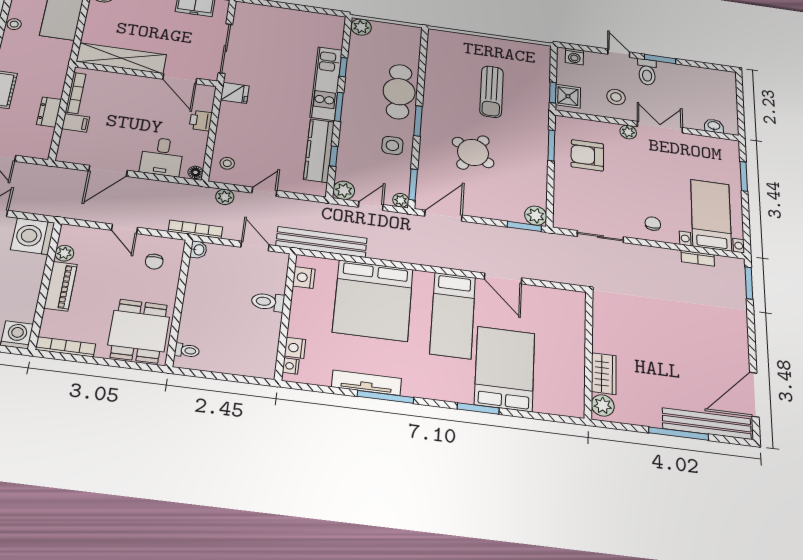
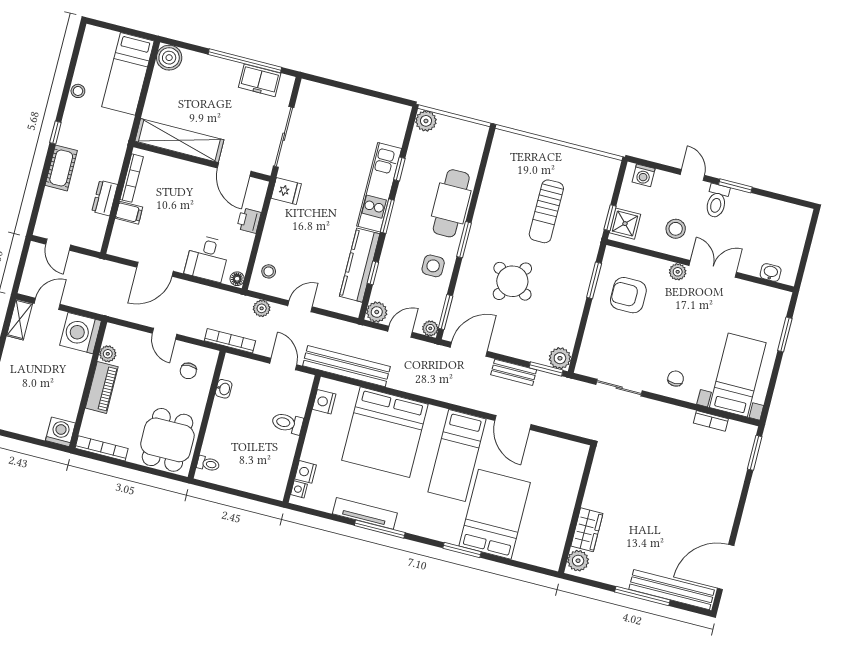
bench: (493, 232) -> (514, 372), added
washbasin: (199, 250) -> (224, 389), moved

